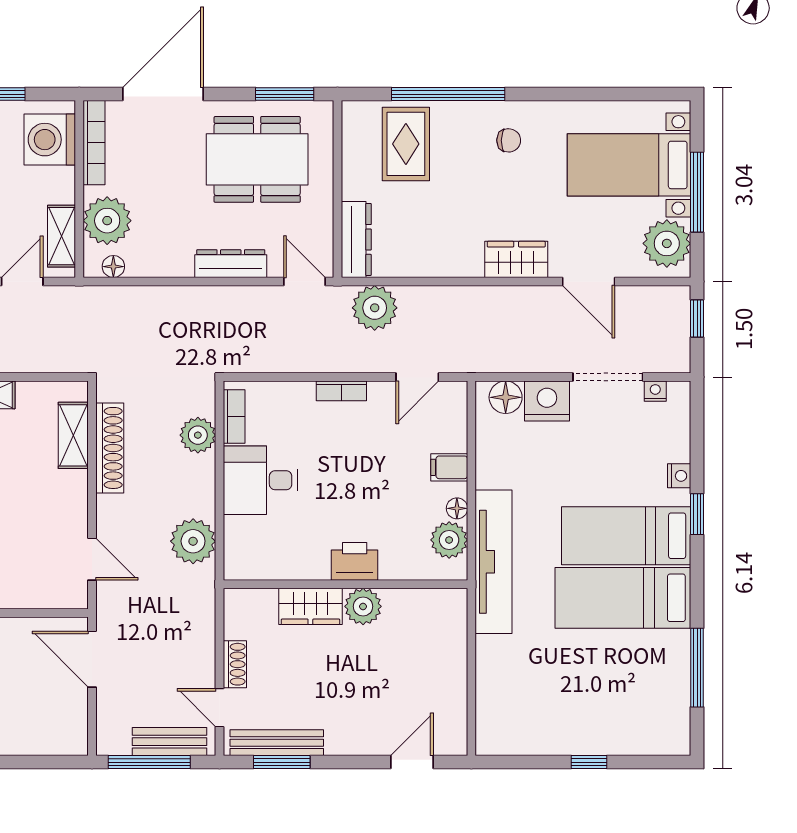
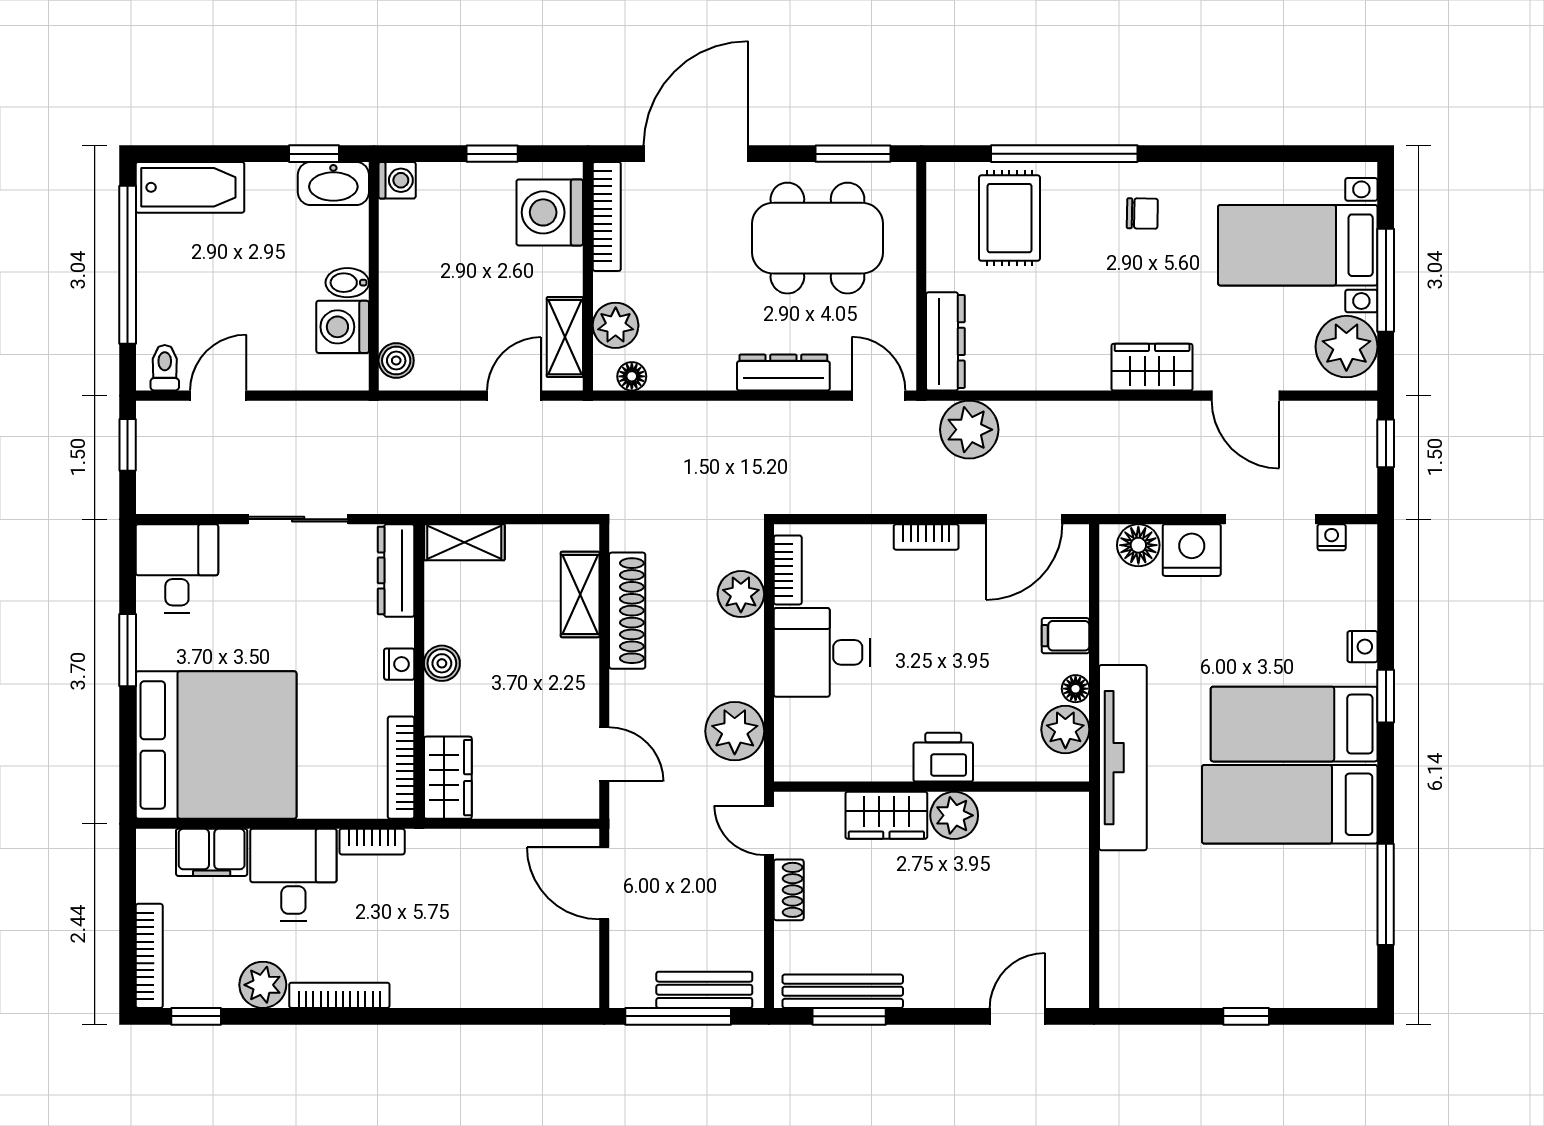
plant: (107, 221) -> (616, 325), width x0.73, depth x0.73
door: (417, 377) -> (1024, 519), width x1.38
door: (220, 708) -> (769, 830), moved

